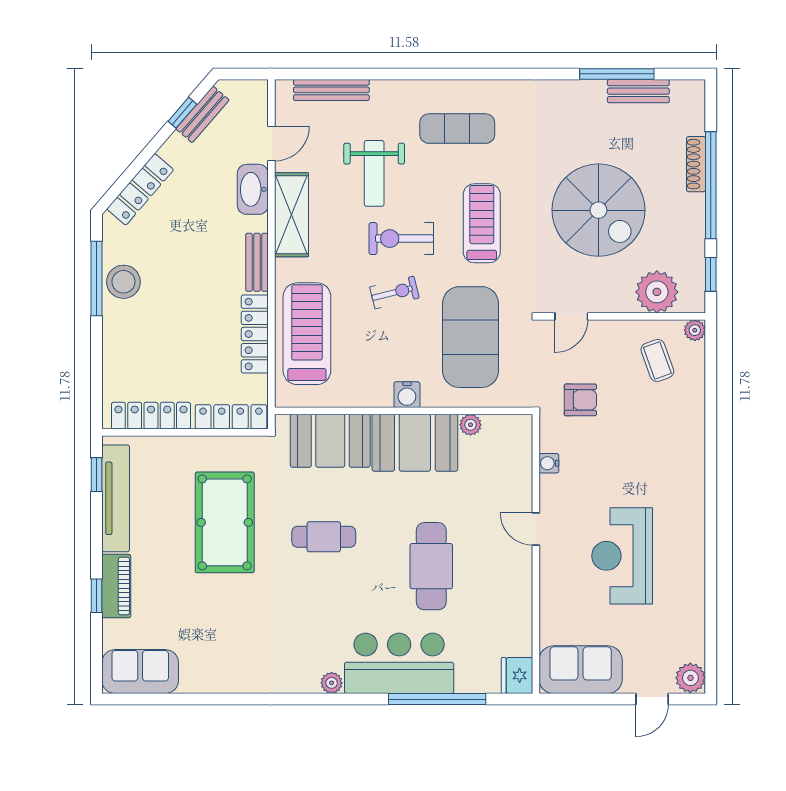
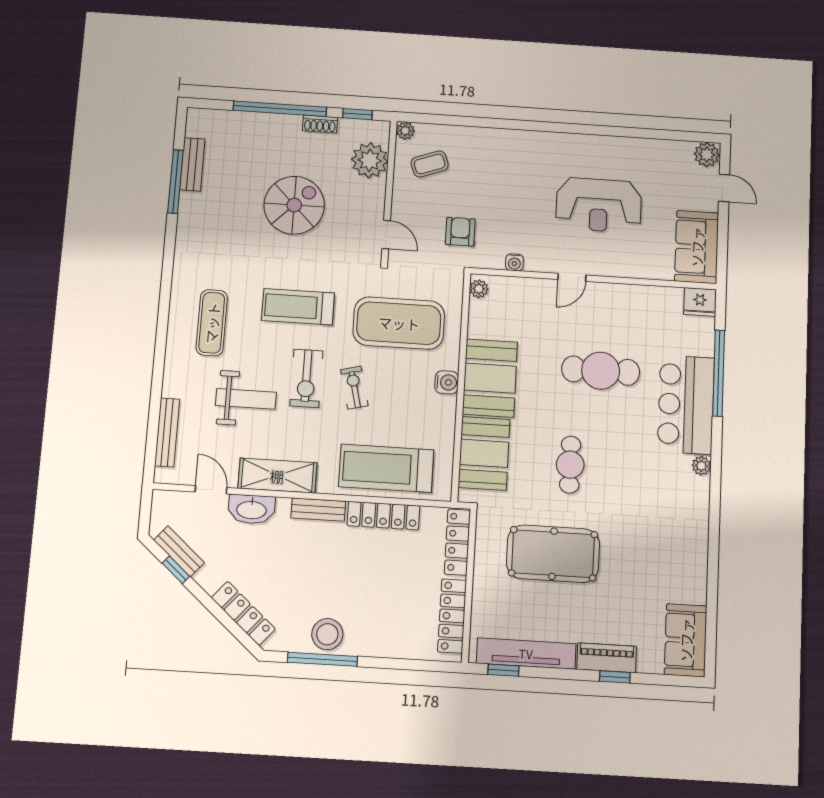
shoe rack: (696, 164) -> (320, 124), moved, width x0.70
spiral stairs: (598, 210) -> (294, 205), width x0.73, depth x0.73
plant: (470, 425) -> (479, 289), moved

